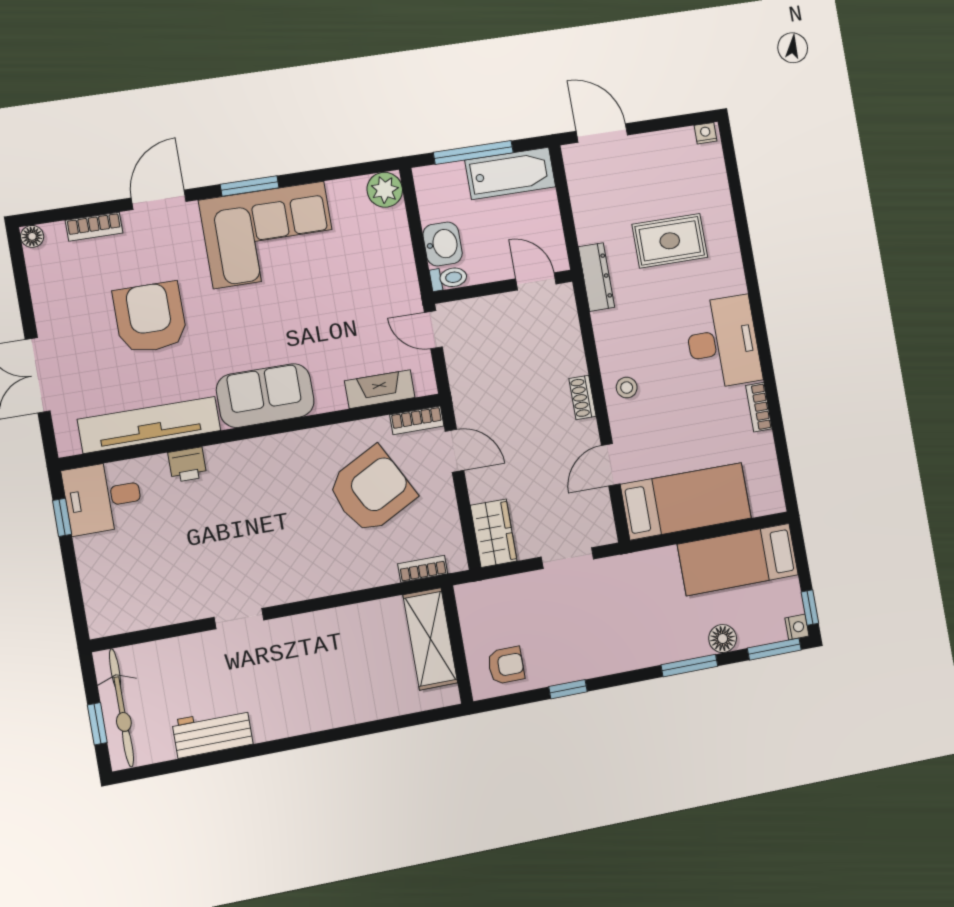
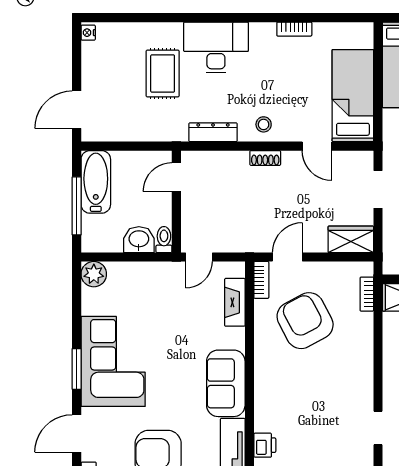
door: (159, 200) -> (77, 434), hinge flipped
dresser: (596, 277) -> (213, 132), moved
desk: (723, 342) -> (216, 47), moved

